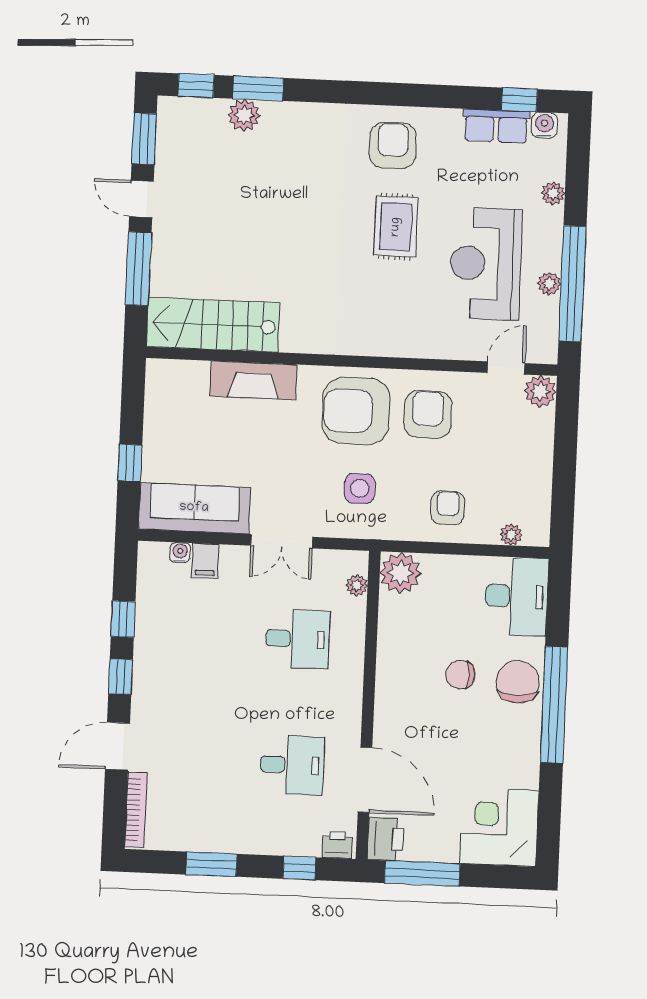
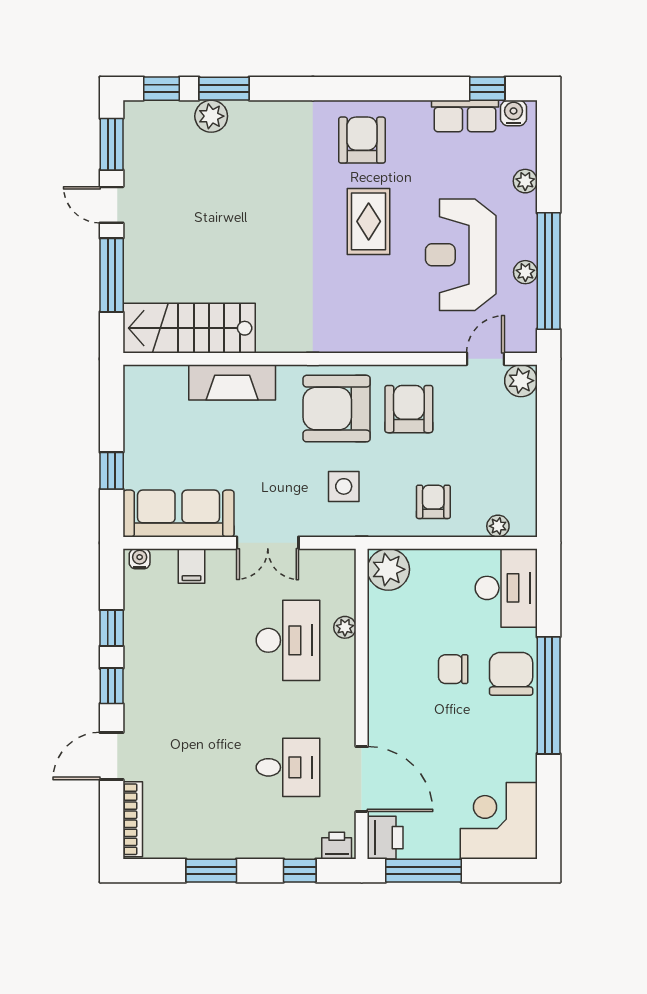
water cooler: (180, 553) -> (140, 559), moved
plant: (357, 585) -> (345, 627), moved
desk: (298, 639) -> (288, 640), width x1.37

